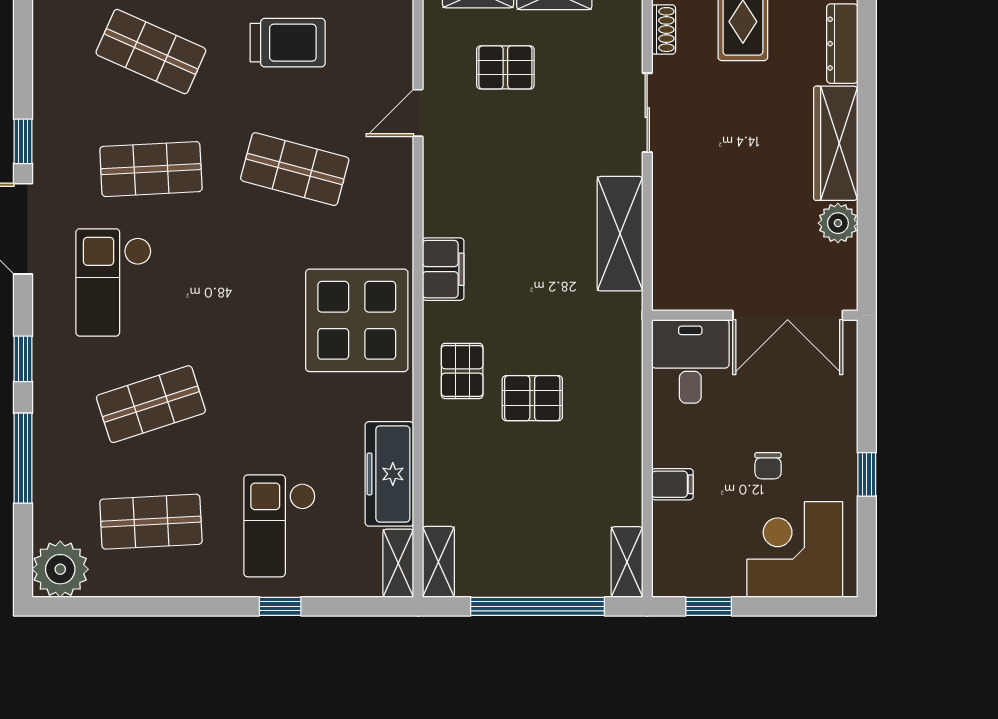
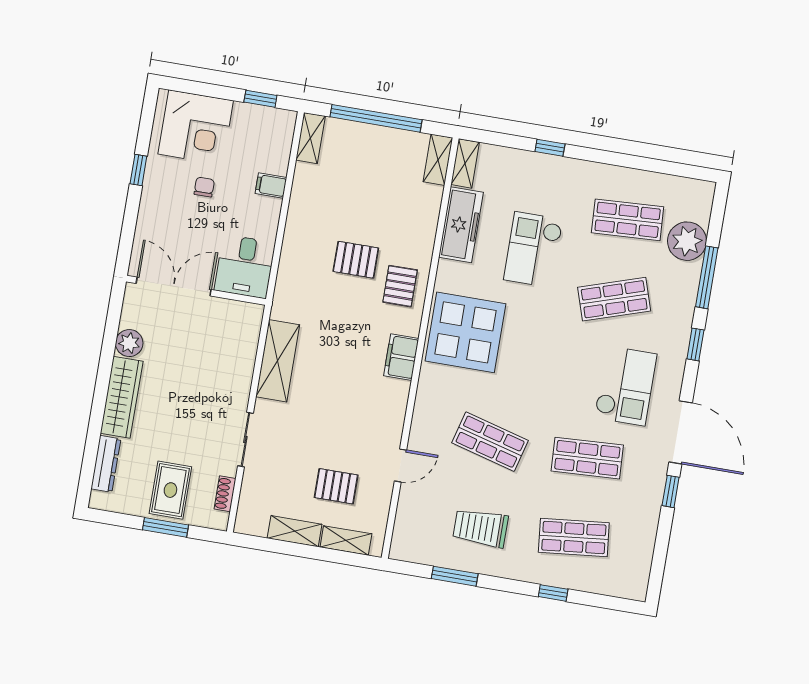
shop shelf: (151, 52) -> (574, 538), turned -30
checkout: (280, 526) -> (533, 250), moved, turned 180
plant: (60, 569) -> (687, 241), moved

